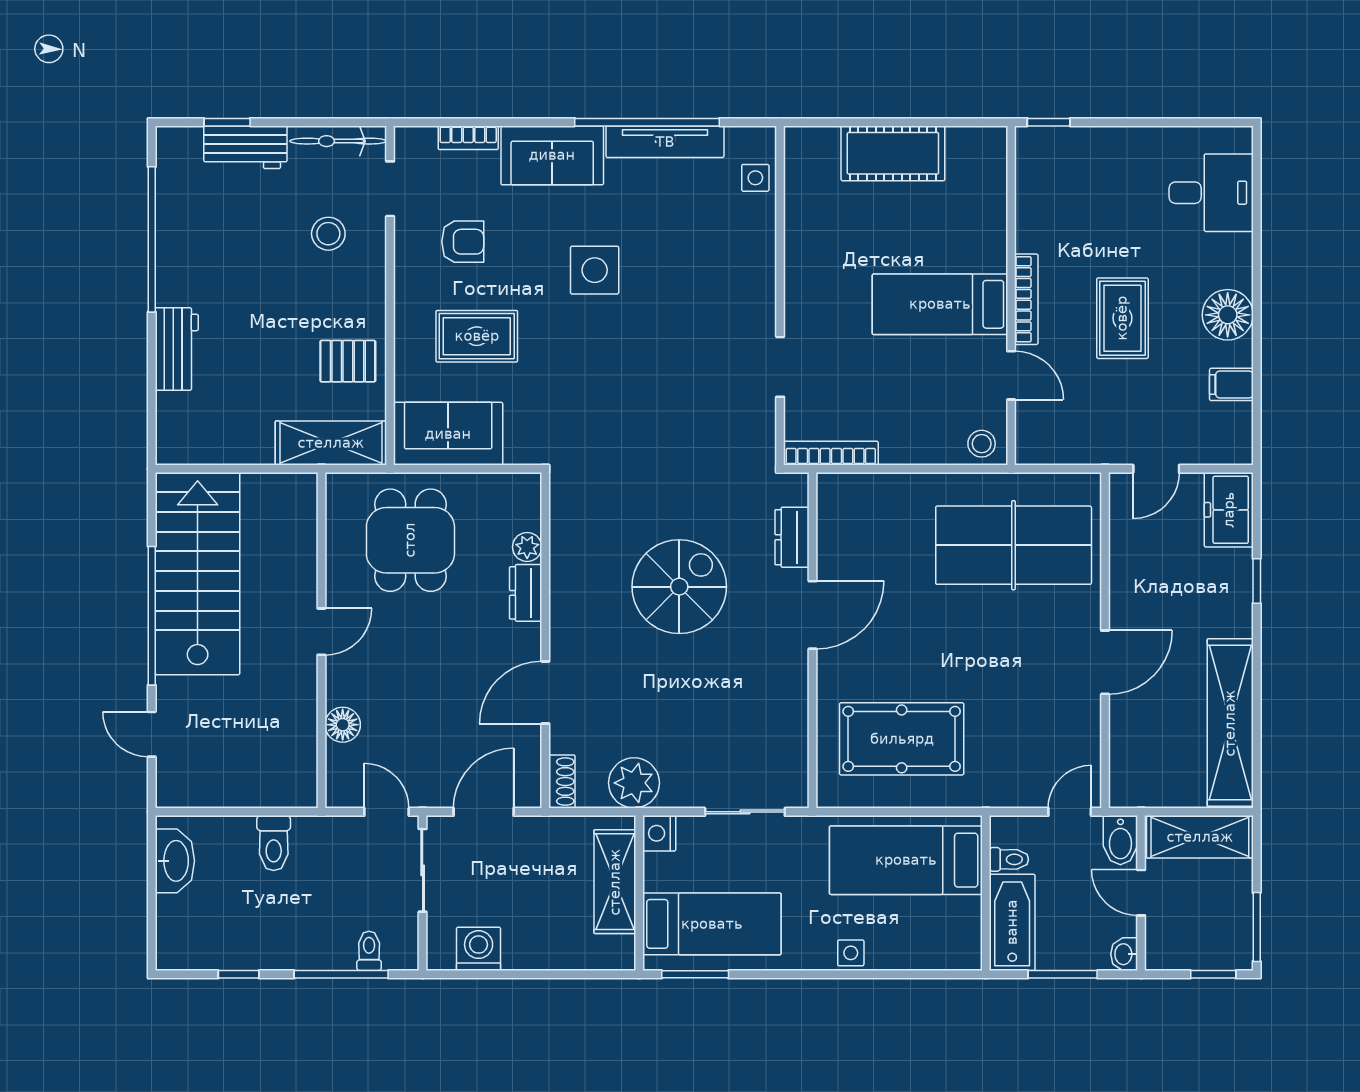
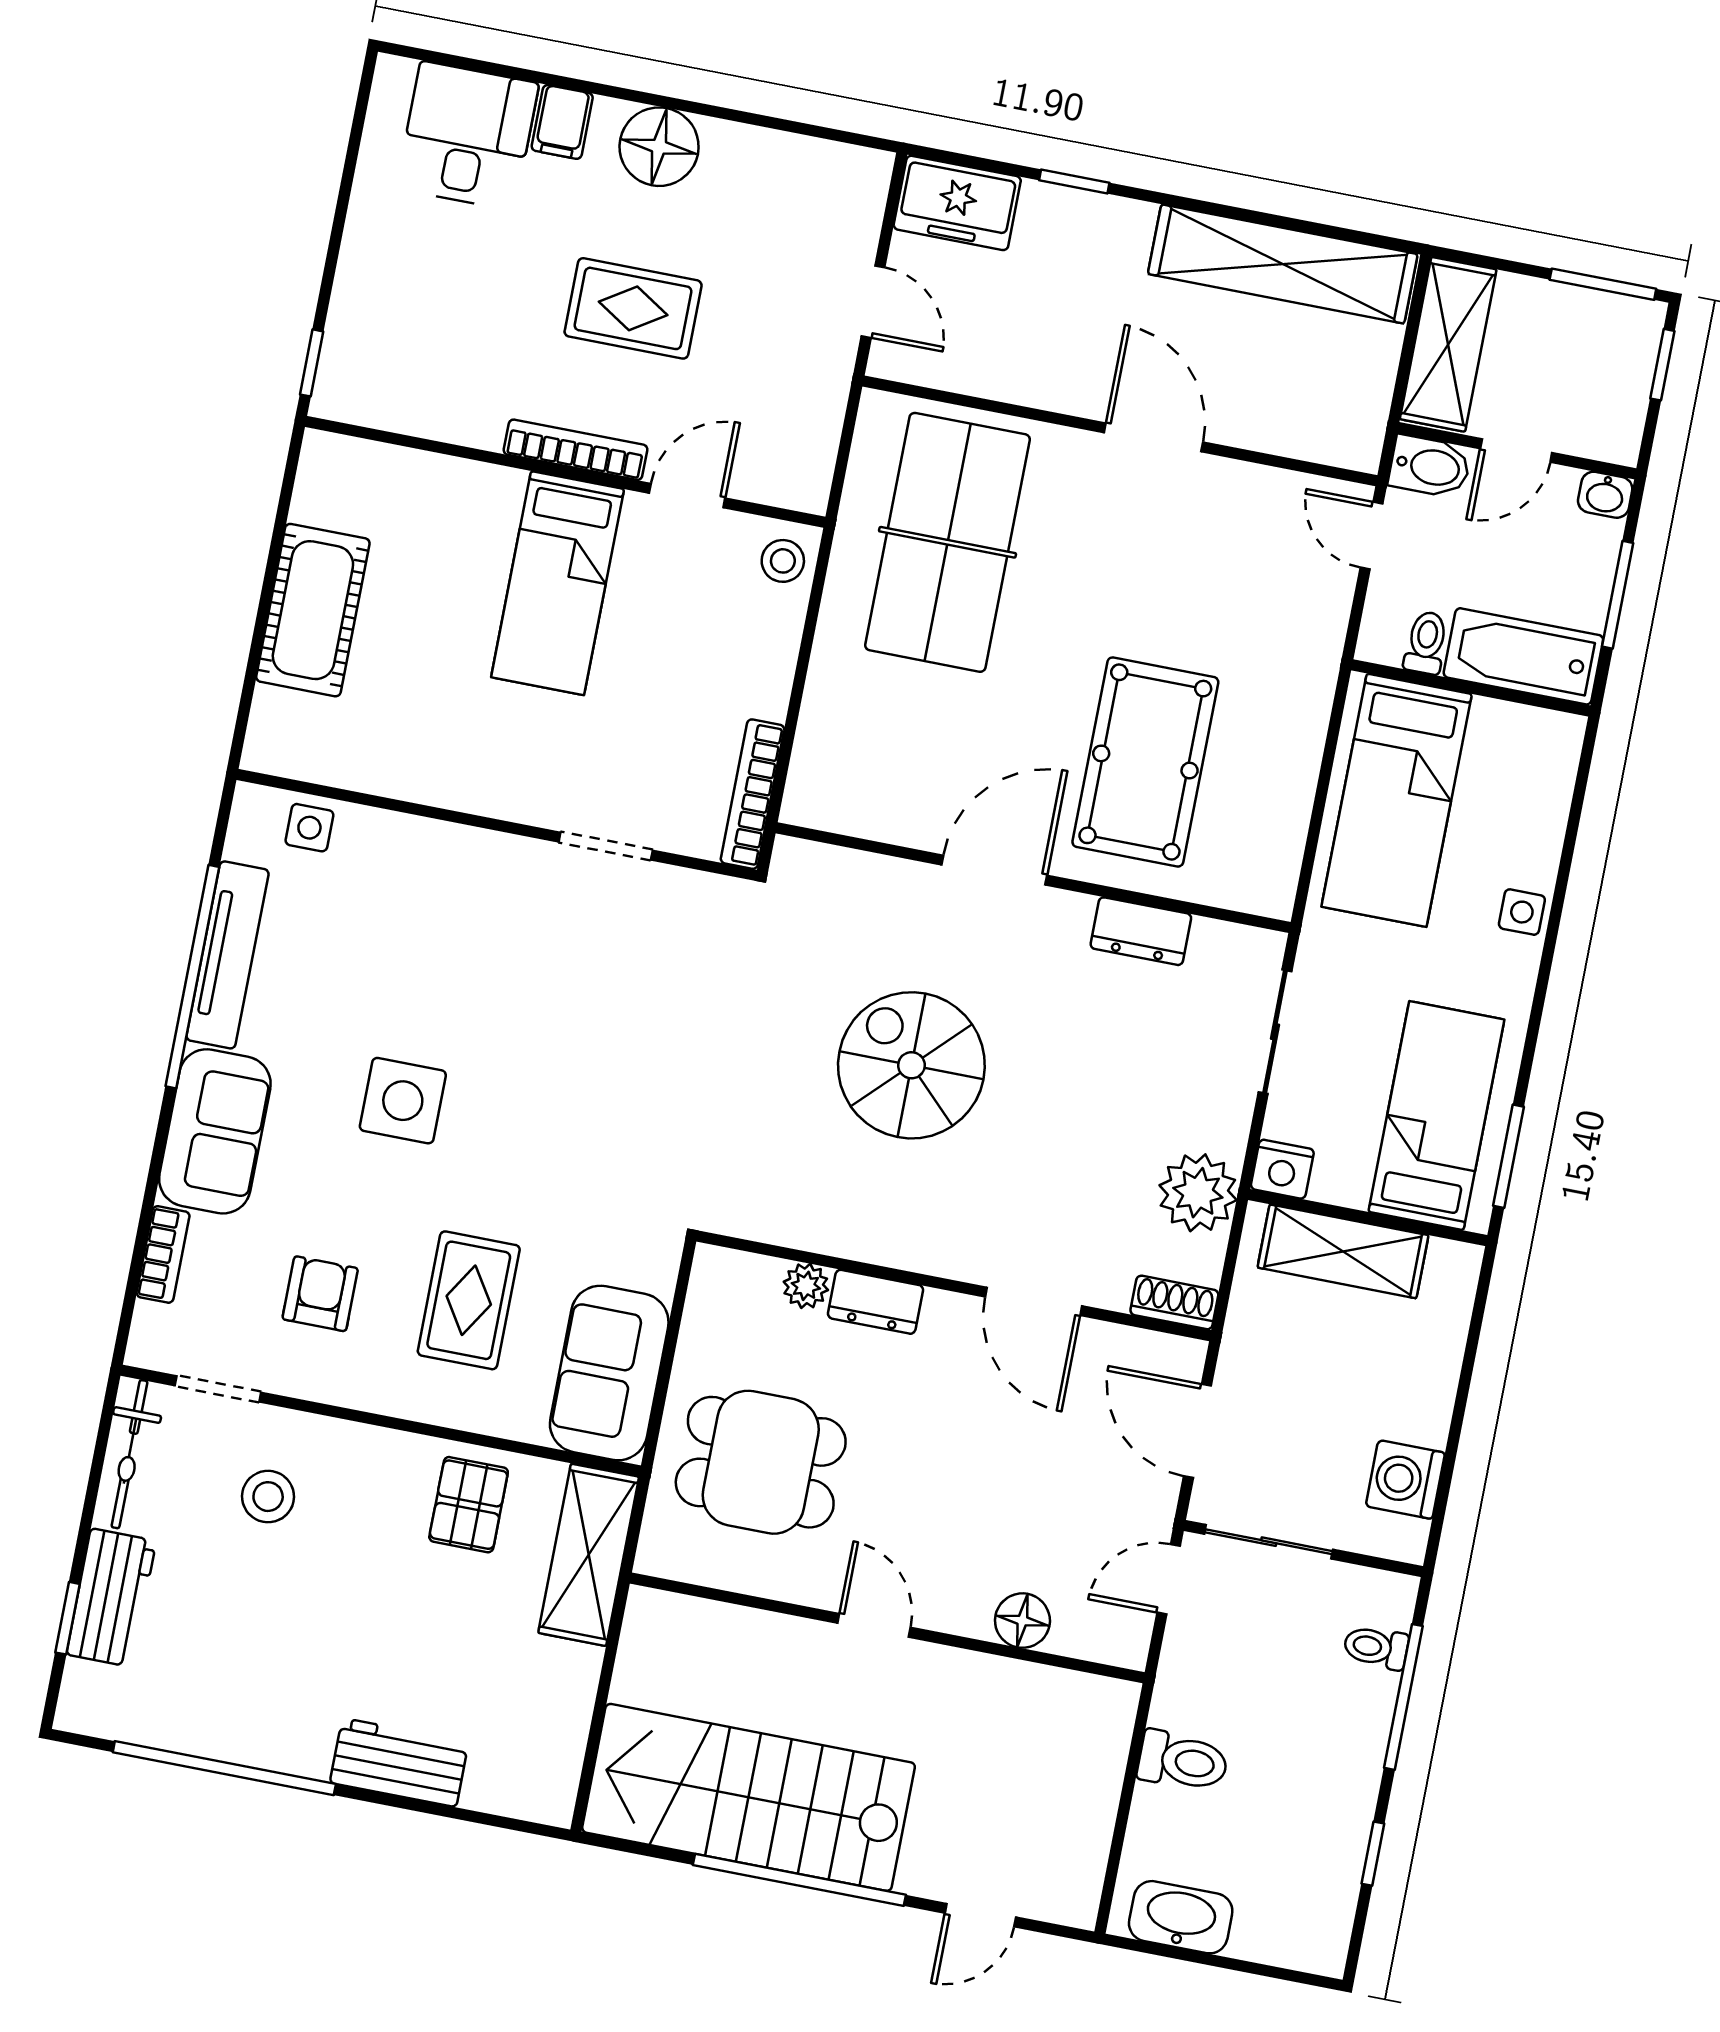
filing cabinet: (1231, 384) -> (562, 122), moved
dresser: (792, 537) -> (1141, 931), moved
door: (813, 615) -> (994, 870), hinge flipped
pool table: (902, 739) -> (1145, 762), moved

